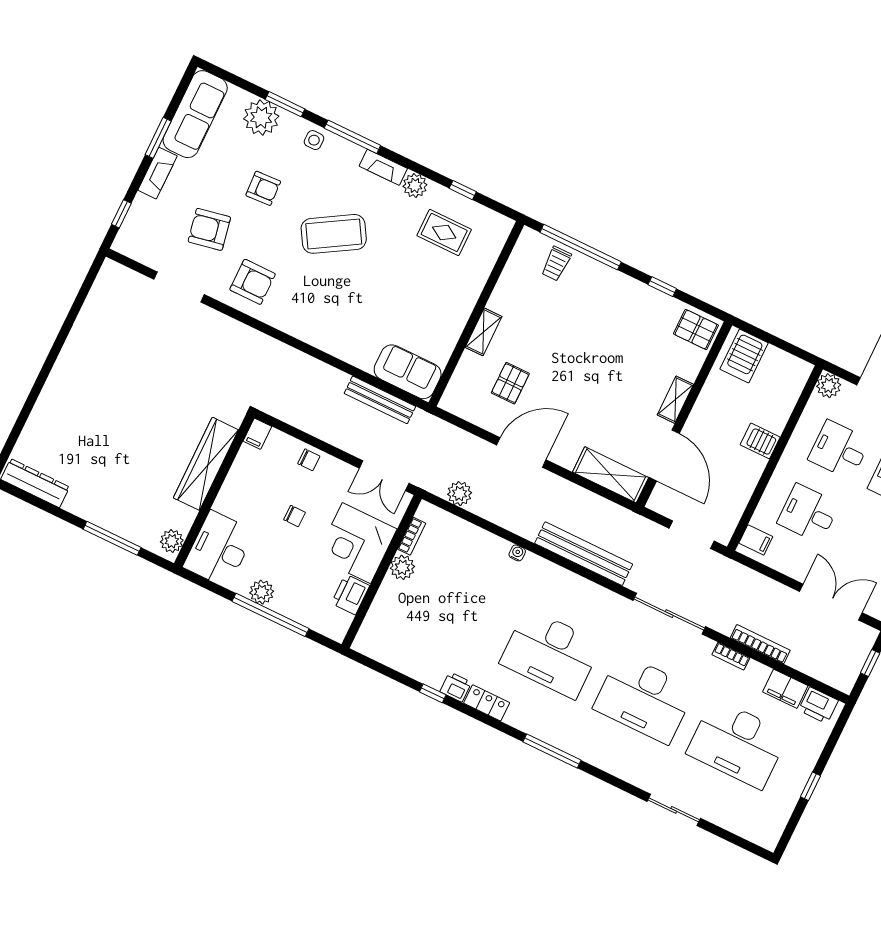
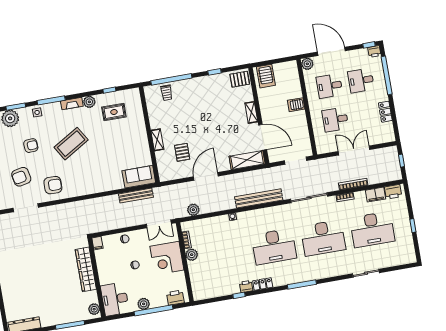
filing cabinet: (756, 540) -> (322, 145), removed
printer: (350, 594) -> (175, 298), moved, turned 90
double door: (831, 602) -> (354, 150), moved

